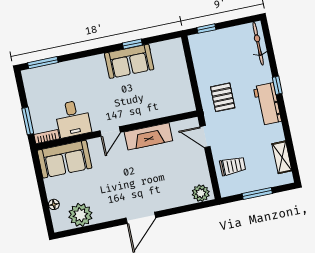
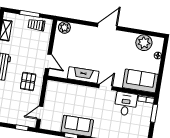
door: (189, 59) -> (40, 113), added
trolley: (233, 166) -> (36, 25), moved

